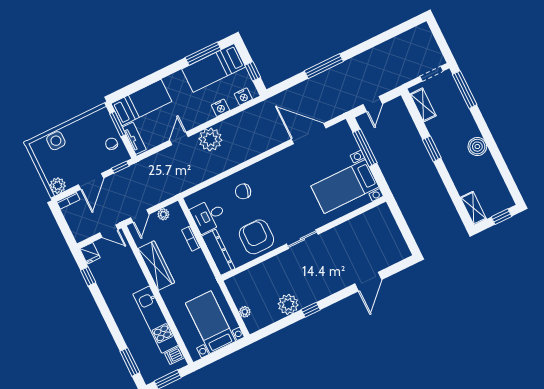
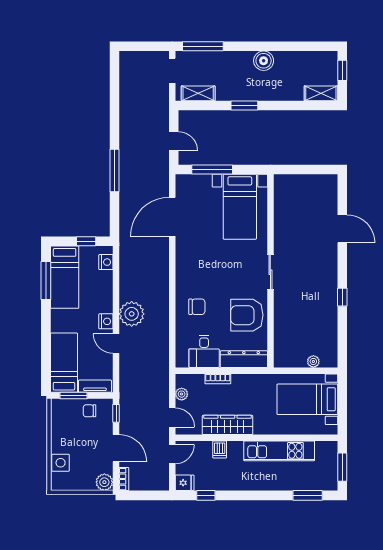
nightstand: (220, 108) -> (106, 321), moved
chair: (243, 191) -> (197, 307), turned -102
plant: (288, 304) -> (327, 316), removed
dishwasher: (175, 356) -> (220, 449), moved

